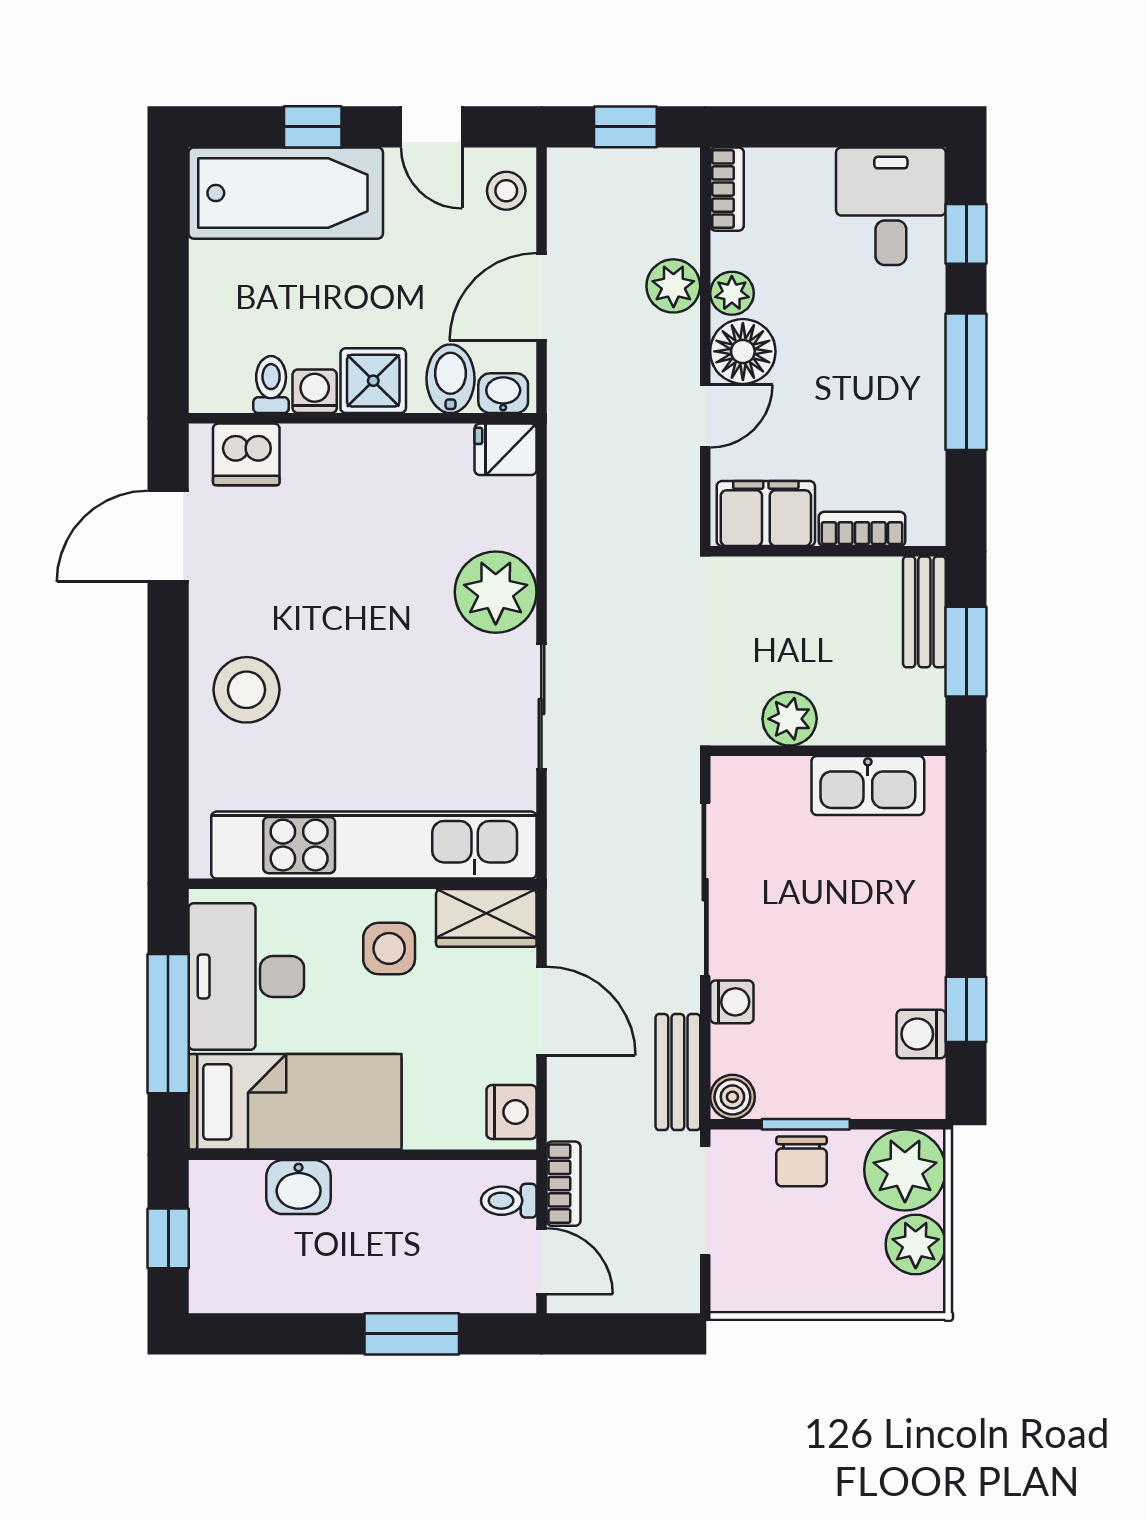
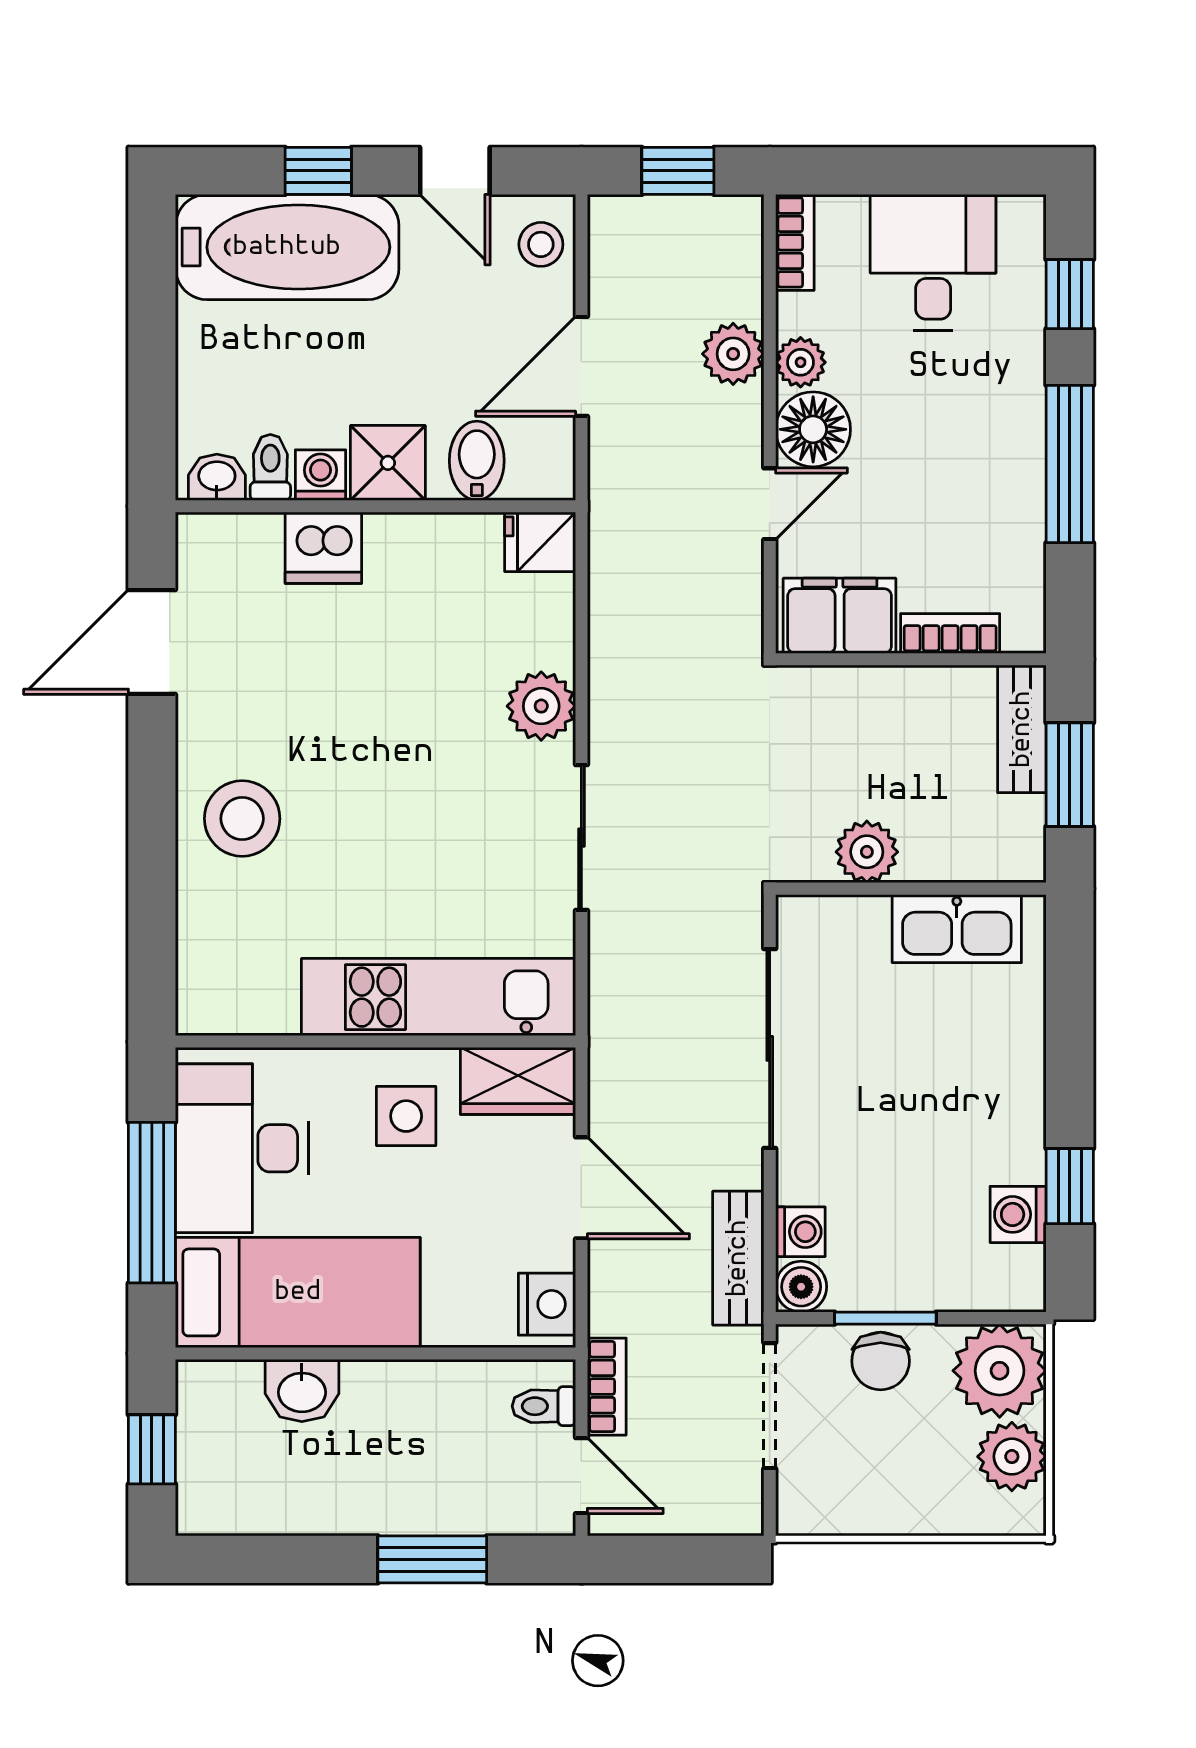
desk: (891, 206) -> (933, 262), moved
washbasin: (503, 393) -> (217, 477), moved
dishwasher: (246, 454) -> (323, 548), moved
plant: (496, 592) -> (541, 706), width x0.73, depth x0.73
kitchen unit: (374, 845) -> (439, 997), width x0.73
washing machine: (732, 1002) -> (800, 1232), moved

